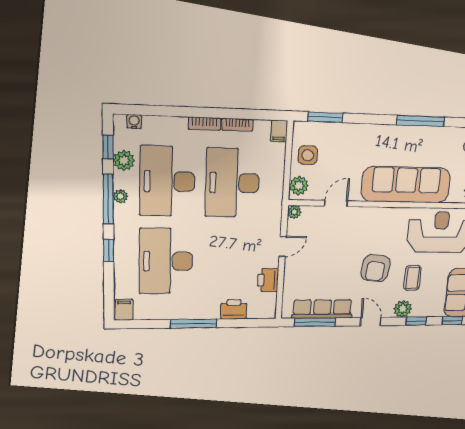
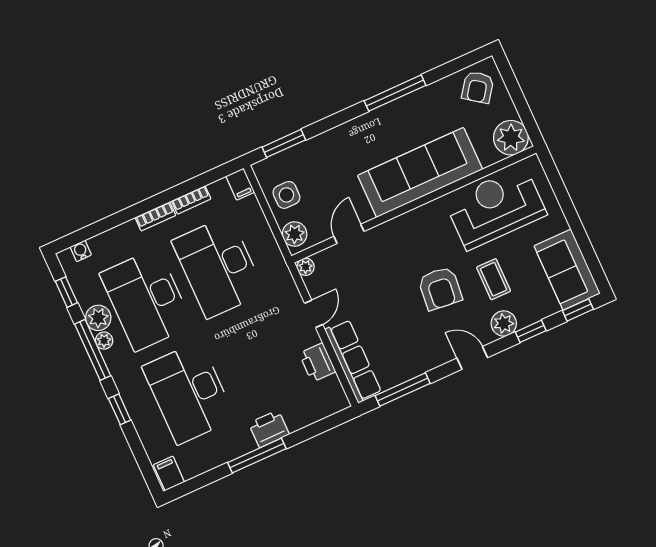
plant: (124, 160) -> (98, 318), moved
printer: (234, 309) -> (269, 429), moved
row of seats: (322, 309) -> (353, 361), moved, turned 90

